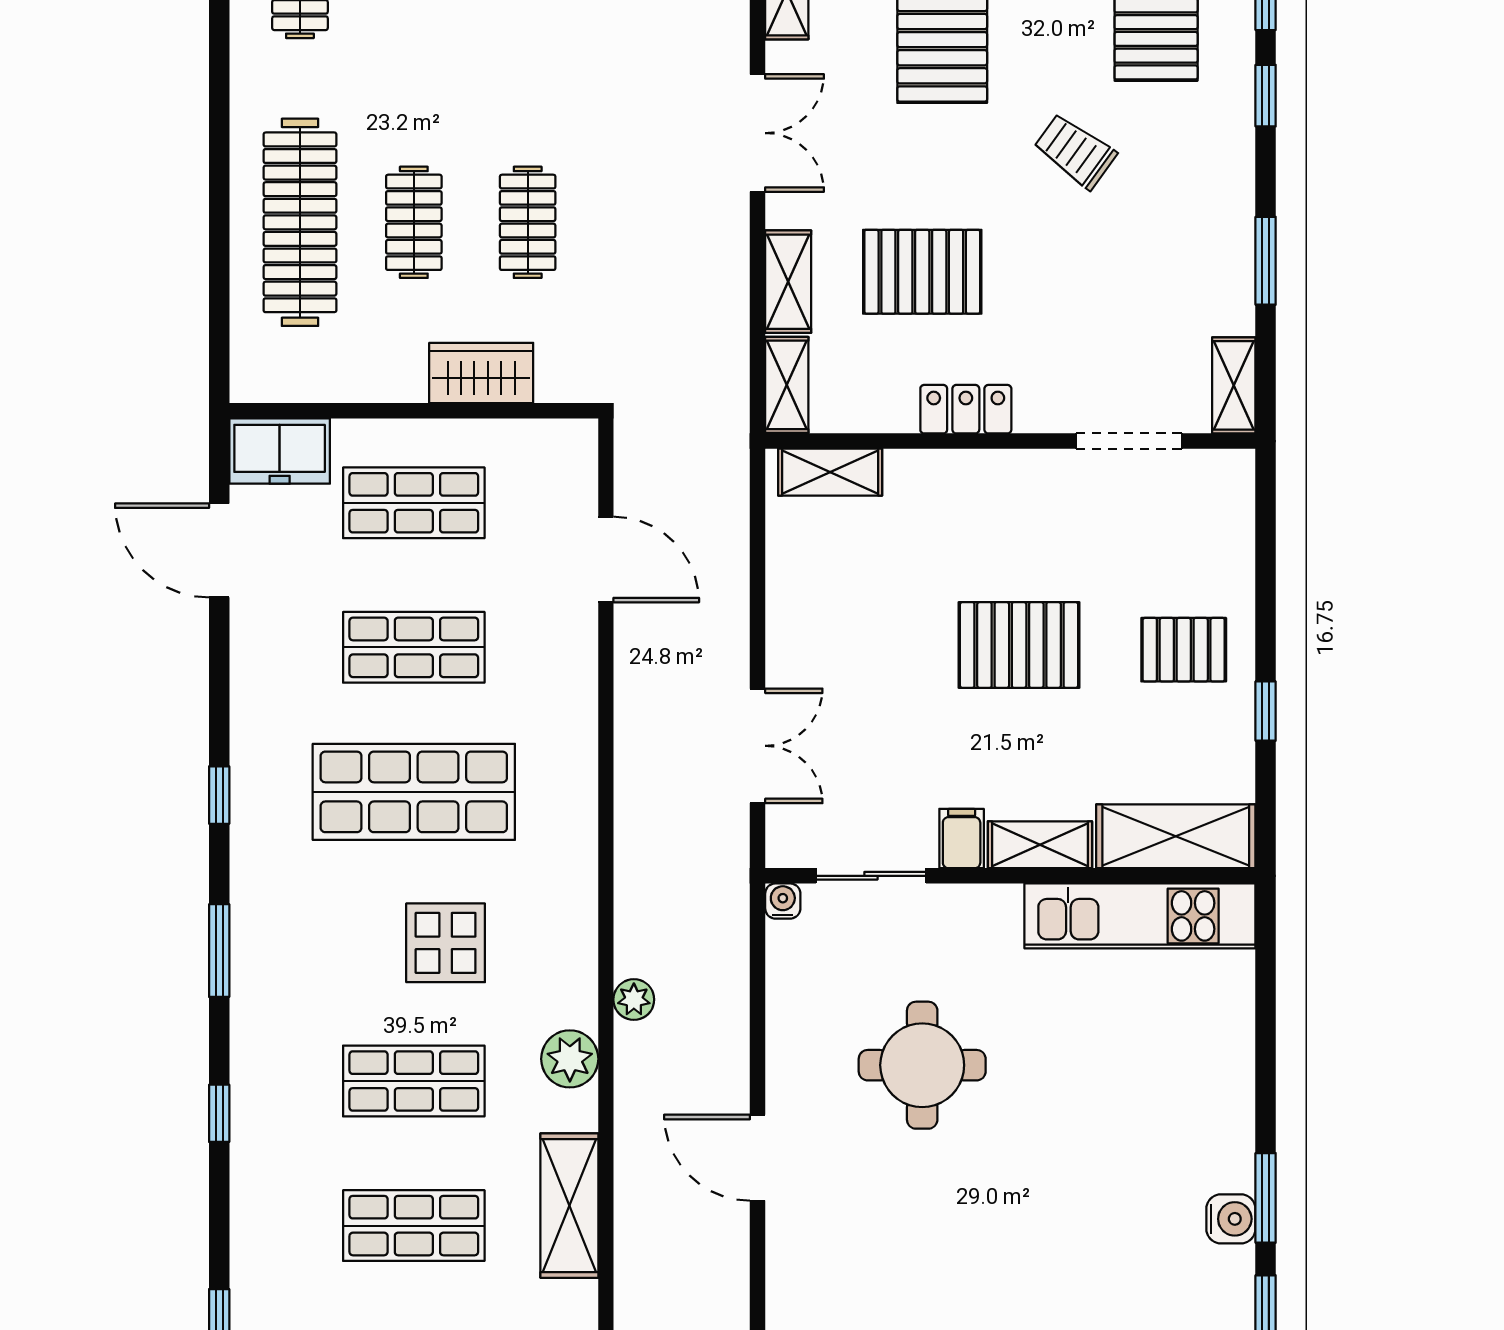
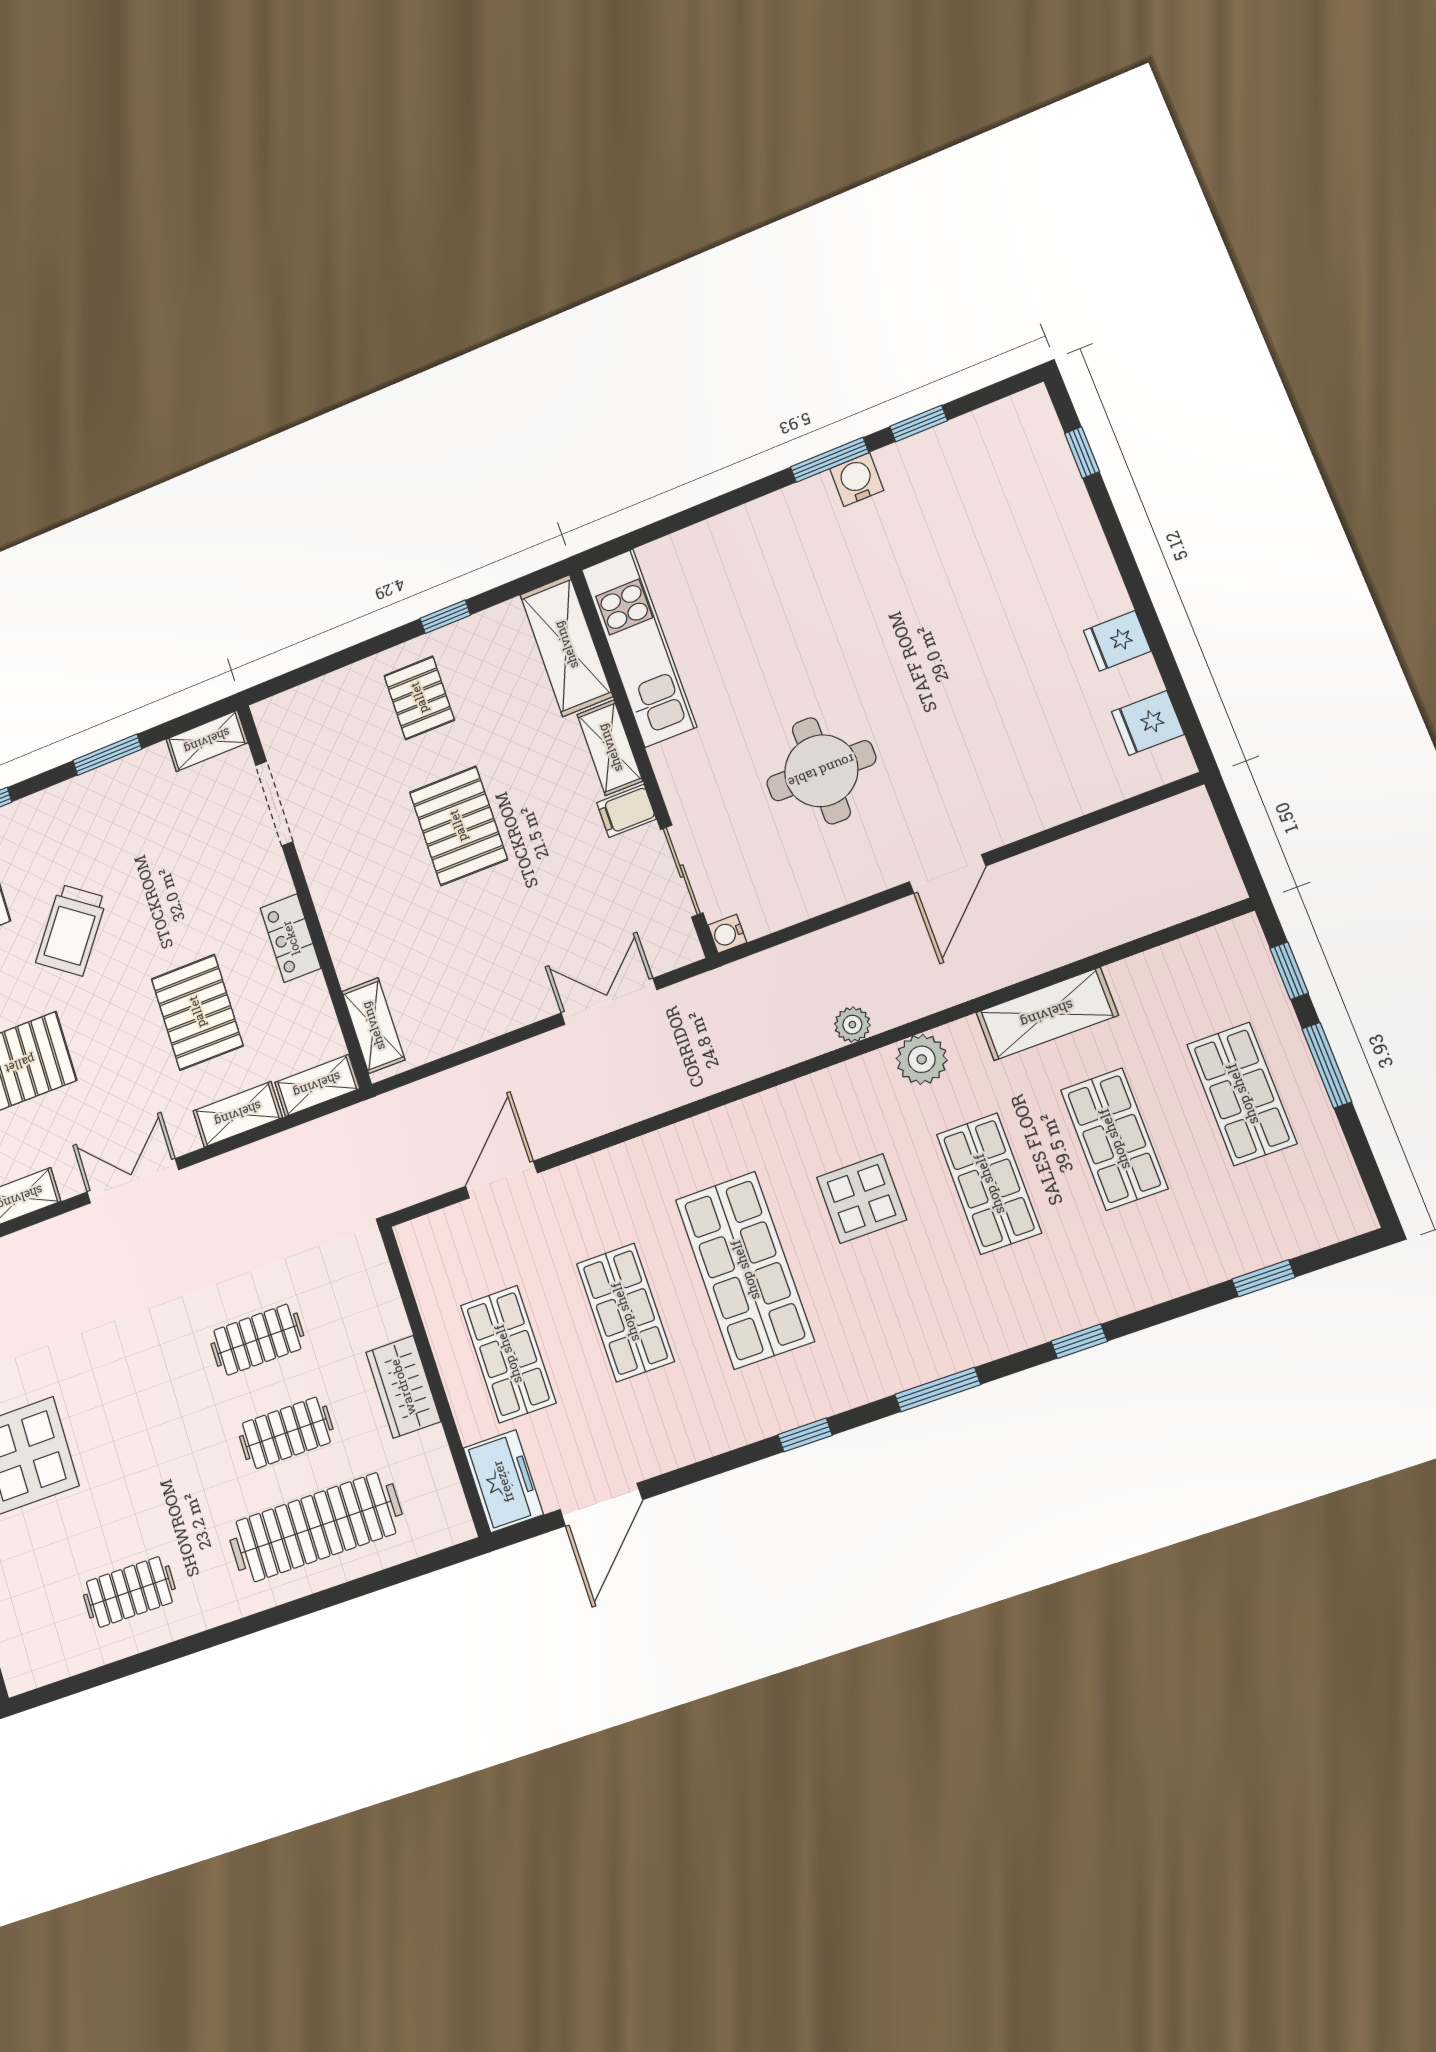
trolley: (1075, 151) -> (71, 930), width x1.36, depth x1.39
wardrobe: (481, 373) -> (403, 1387), moved

